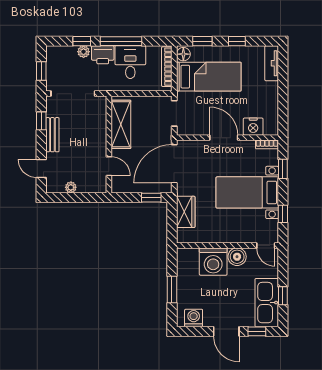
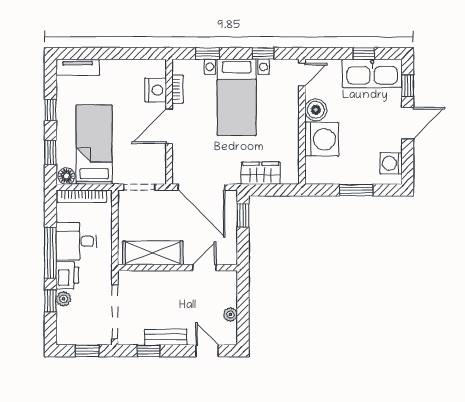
bookcase: (267, 144) -> (178, 89), moved
door: (41, 169) -> (207, 351), swing flipped

